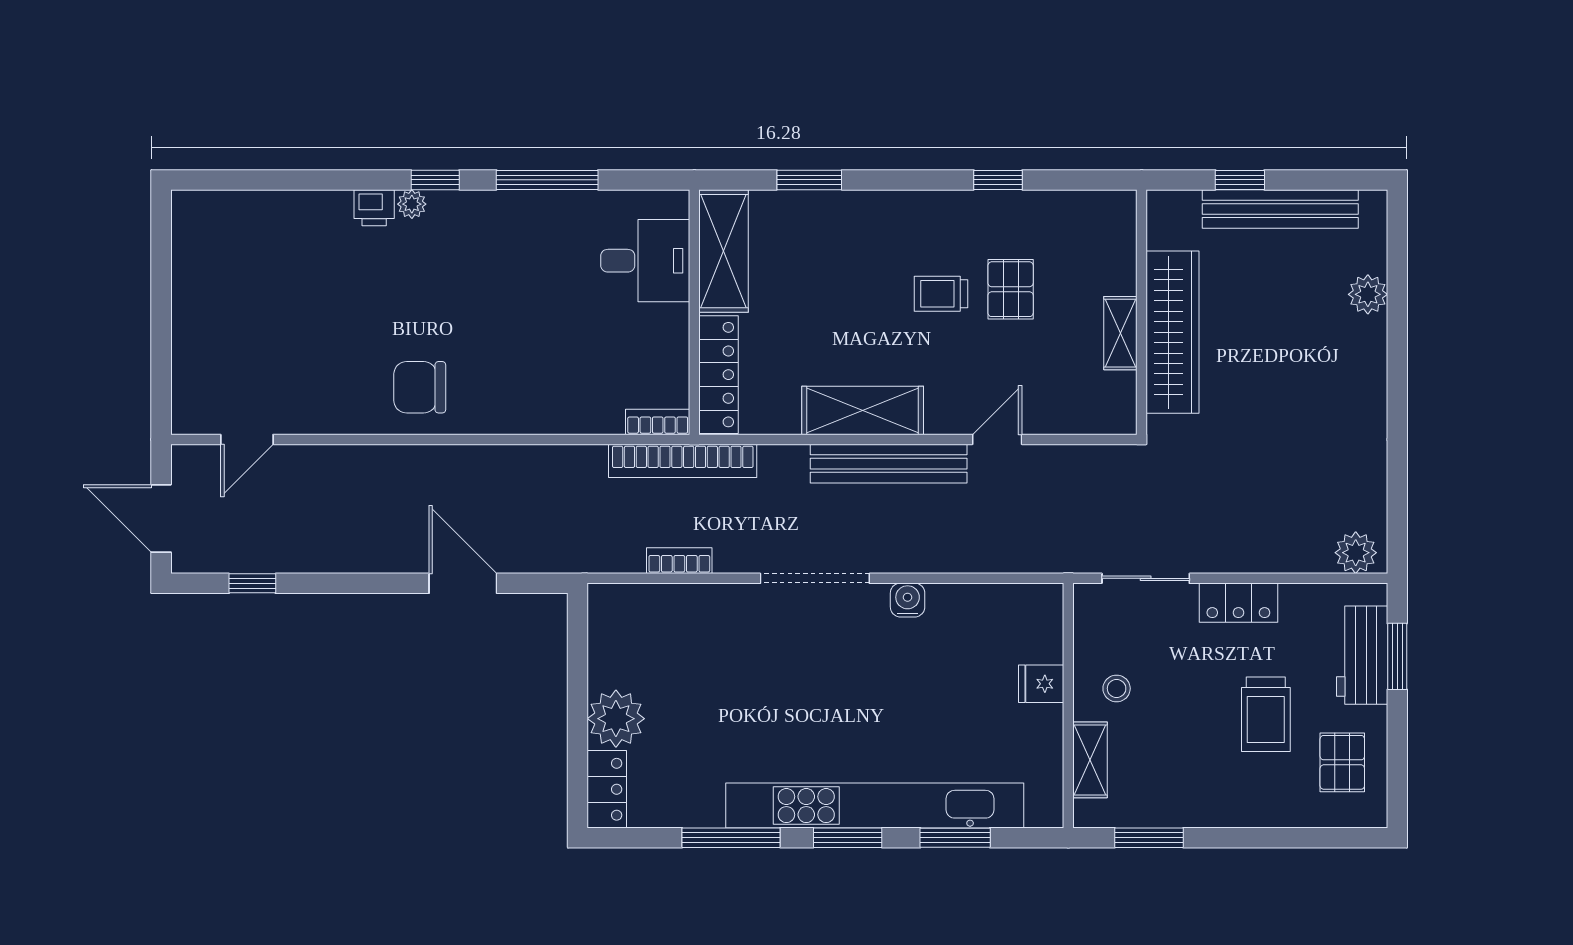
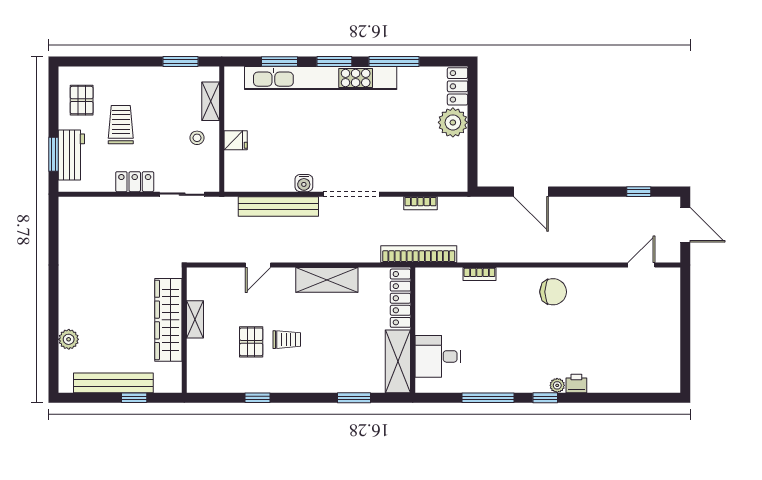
bookcase: (658, 422) -> (479, 274), moved
bench: (889, 464) -> (278, 206), moved
plant: (1356, 553) -> (75, 207), removed

